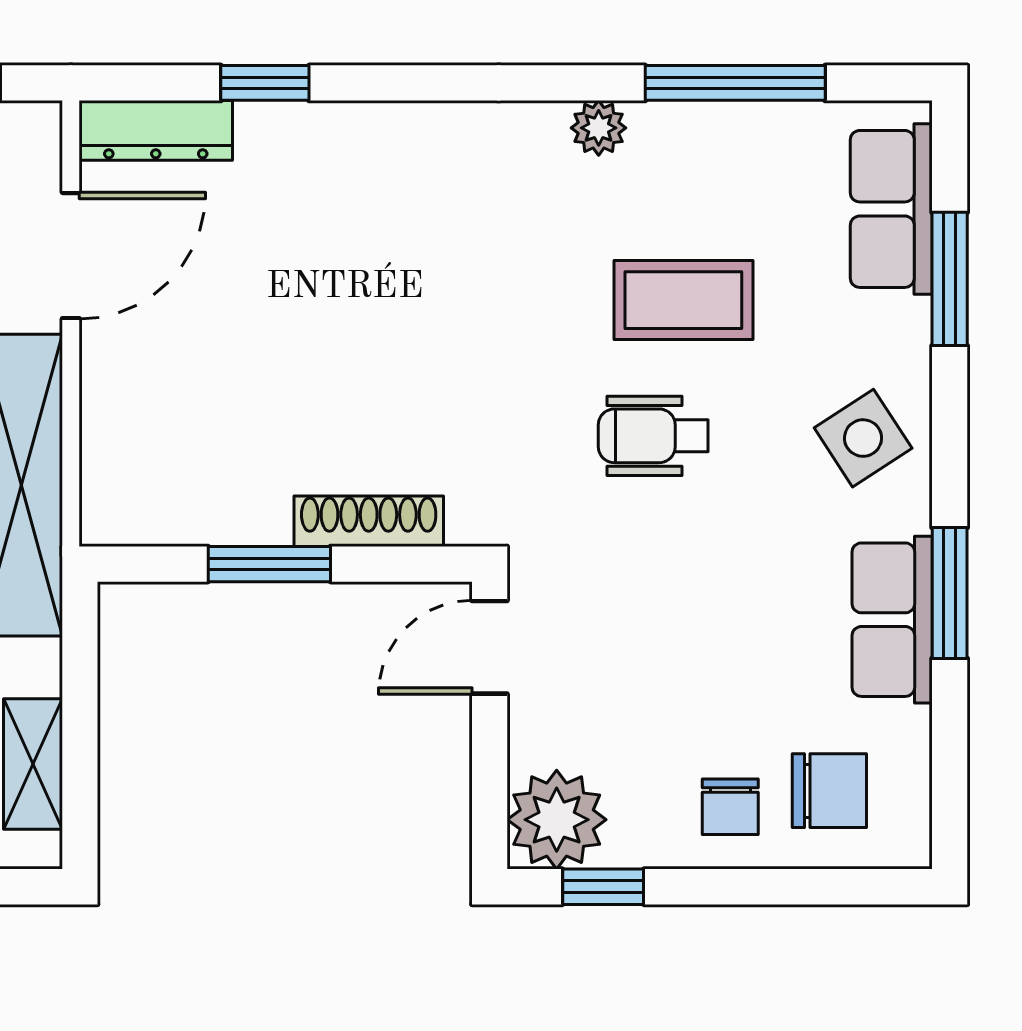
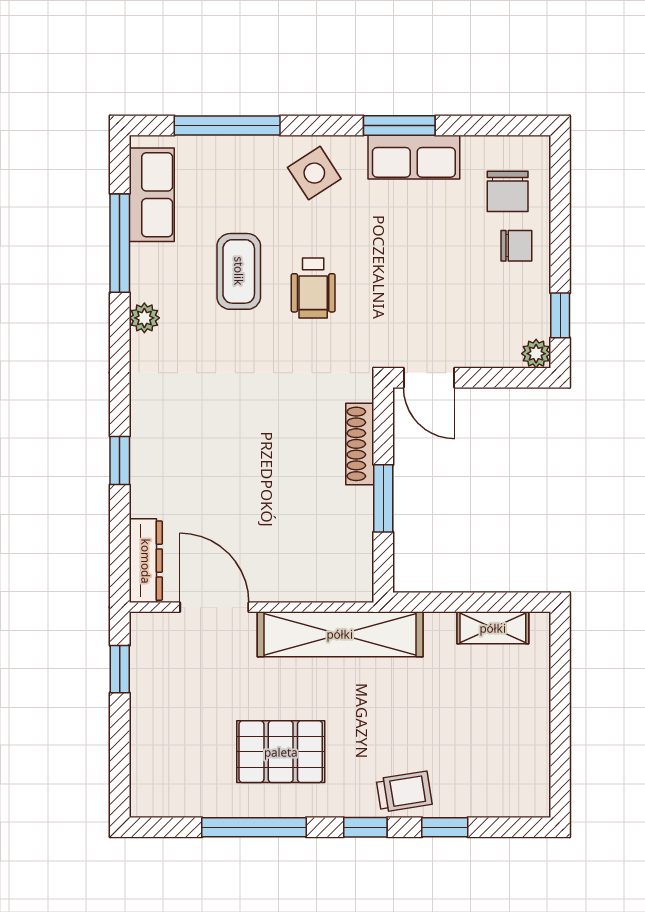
window: (265, 83) -> (120, 461), moved
row of seats: (891, 209) -> (152, 195), moved, turned -90
window: (950, 279) -> (227, 126), width x1.44
chair: (829, 791) -> (508, 191), turned 180
plant: (557, 820) -> (536, 354), width x0.53, depth x0.53

